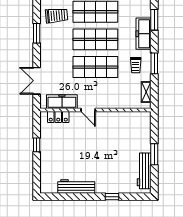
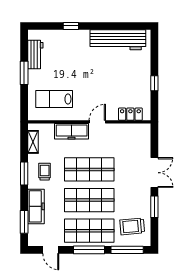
double door: (37, 81) -> (154, 173), moved
freezer: (62, 102) -> (72, 131), moved
door: (88, 110) -> (97, 122), hinge flipped
lab bench: (127, 131) -> (54, 99), added
workbench: (144, 171) -> (35, 55), width x0.73
workbench: (76, 186) -> (118, 40), width x1.36, depth x1.32

